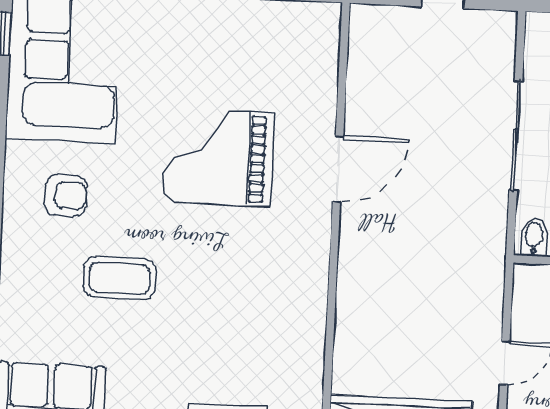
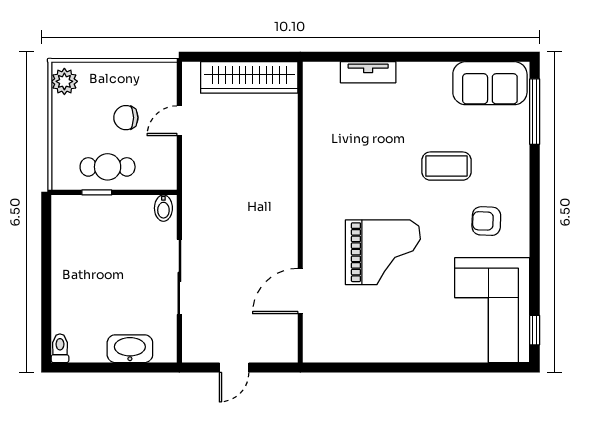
door: (338, 169) -> (300, 291), moved

